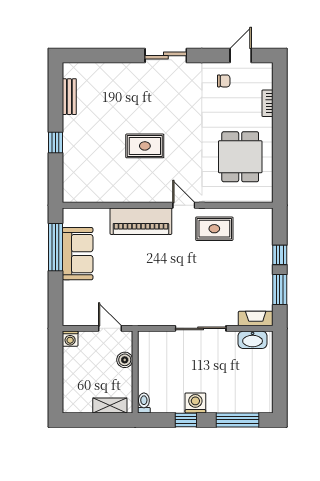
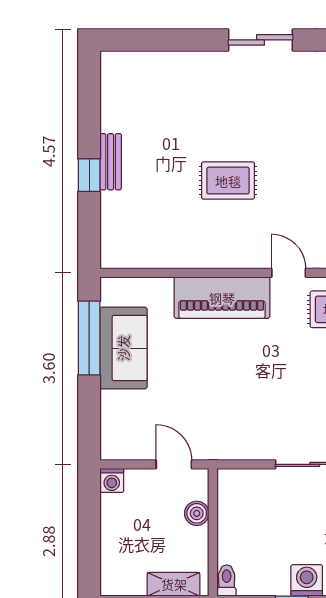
bench: (69, 97) -> (111, 162), moved

